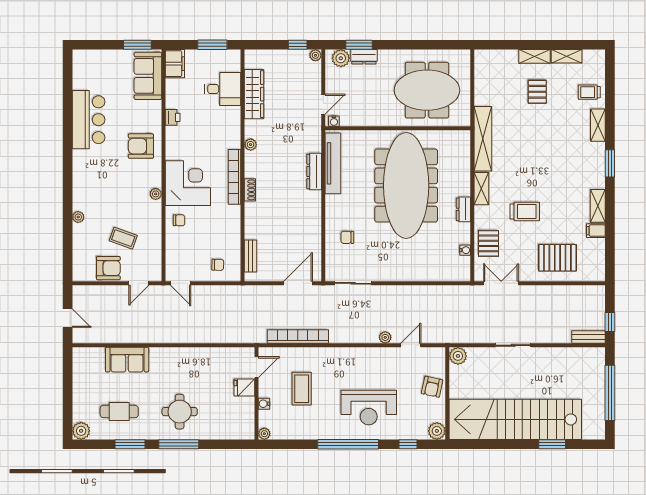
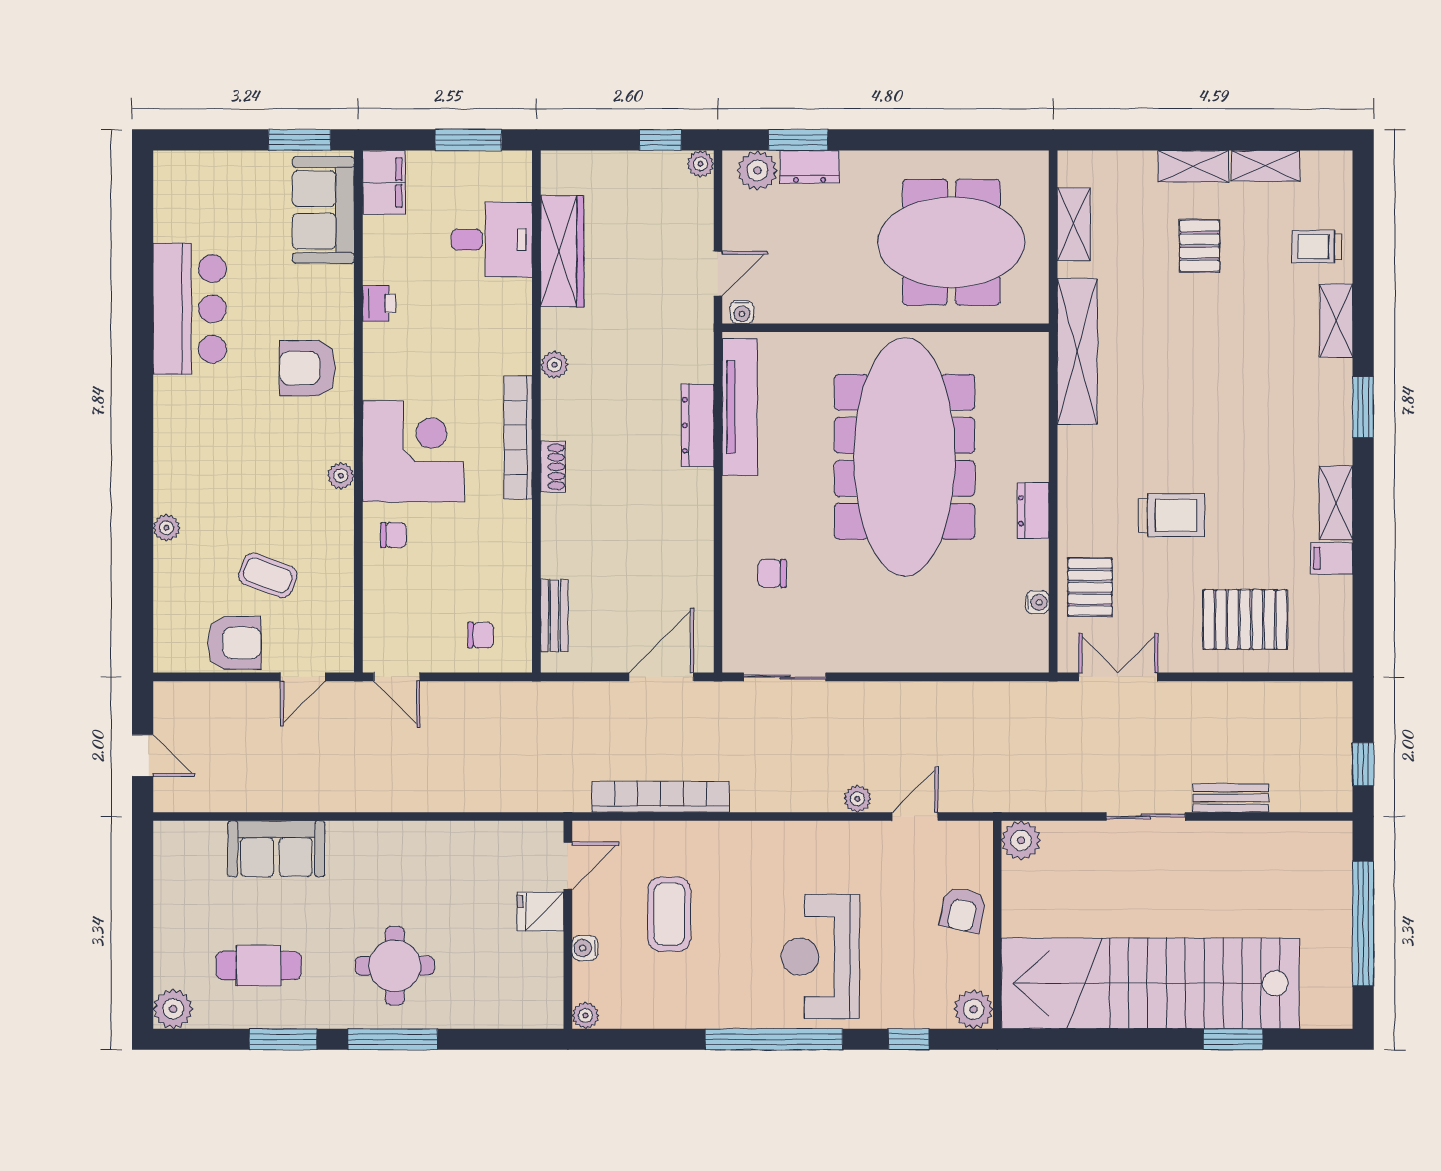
shelving: (481, 189) -> (1074, 224), moved
bench: (588, 337) -> (1231, 798), moved
reception desk: (369, 408) -> (820, 957), turned 90

